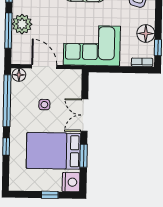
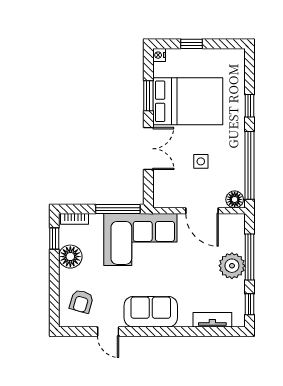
window: (109, 69) -> (118, 209), added
nightstand: (71, 182) -> (159, 55), width x0.53, depth x0.56

